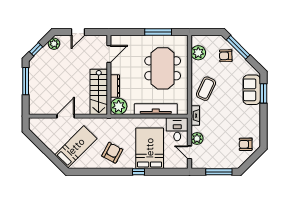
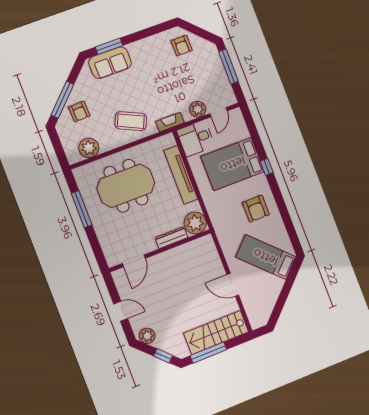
door: (109, 54) -> (134, 261), swing flipped
stairs: (99, 92) -> (216, 333), moved, turned 180
armchair: (112, 153) -> (256, 209), turned -118

